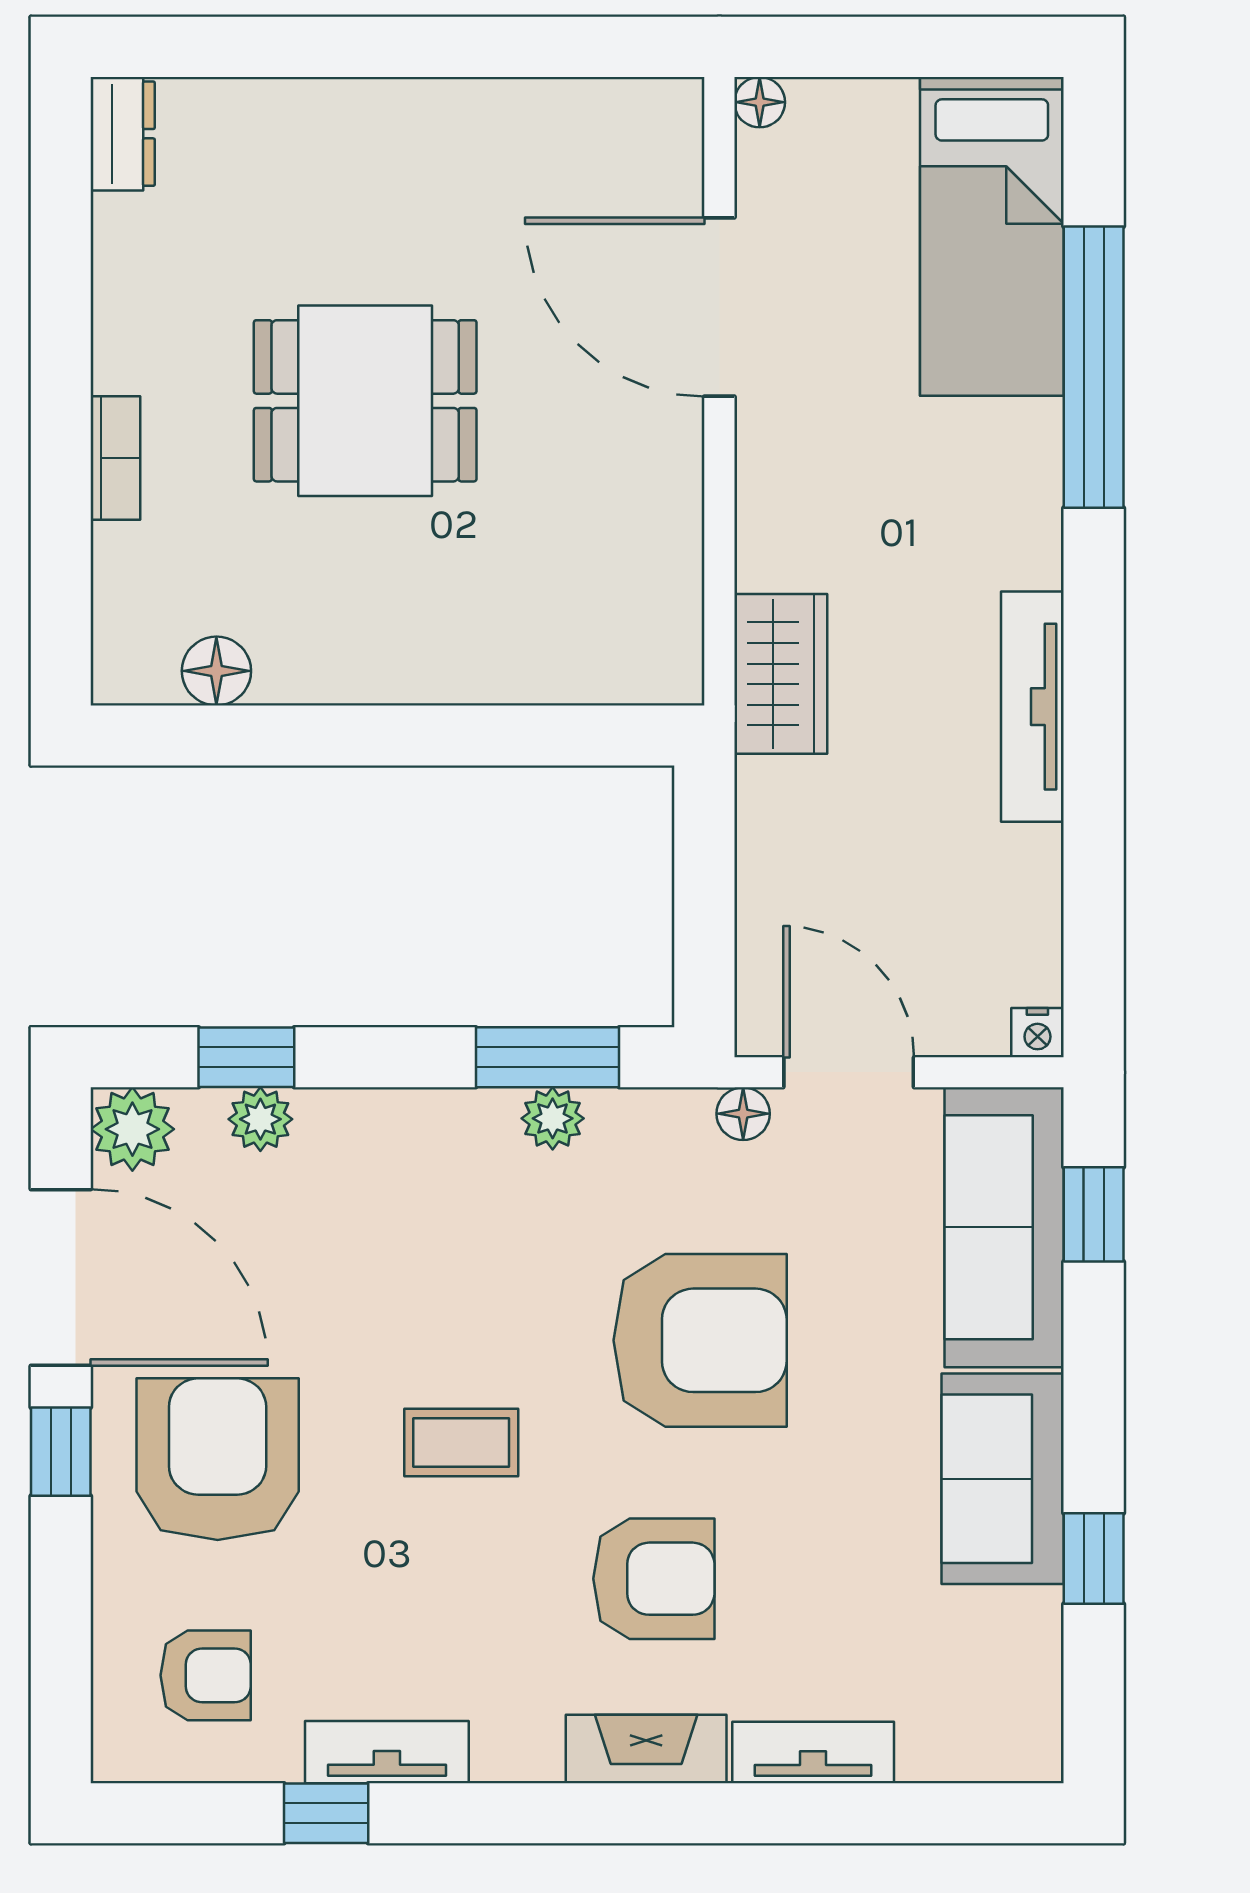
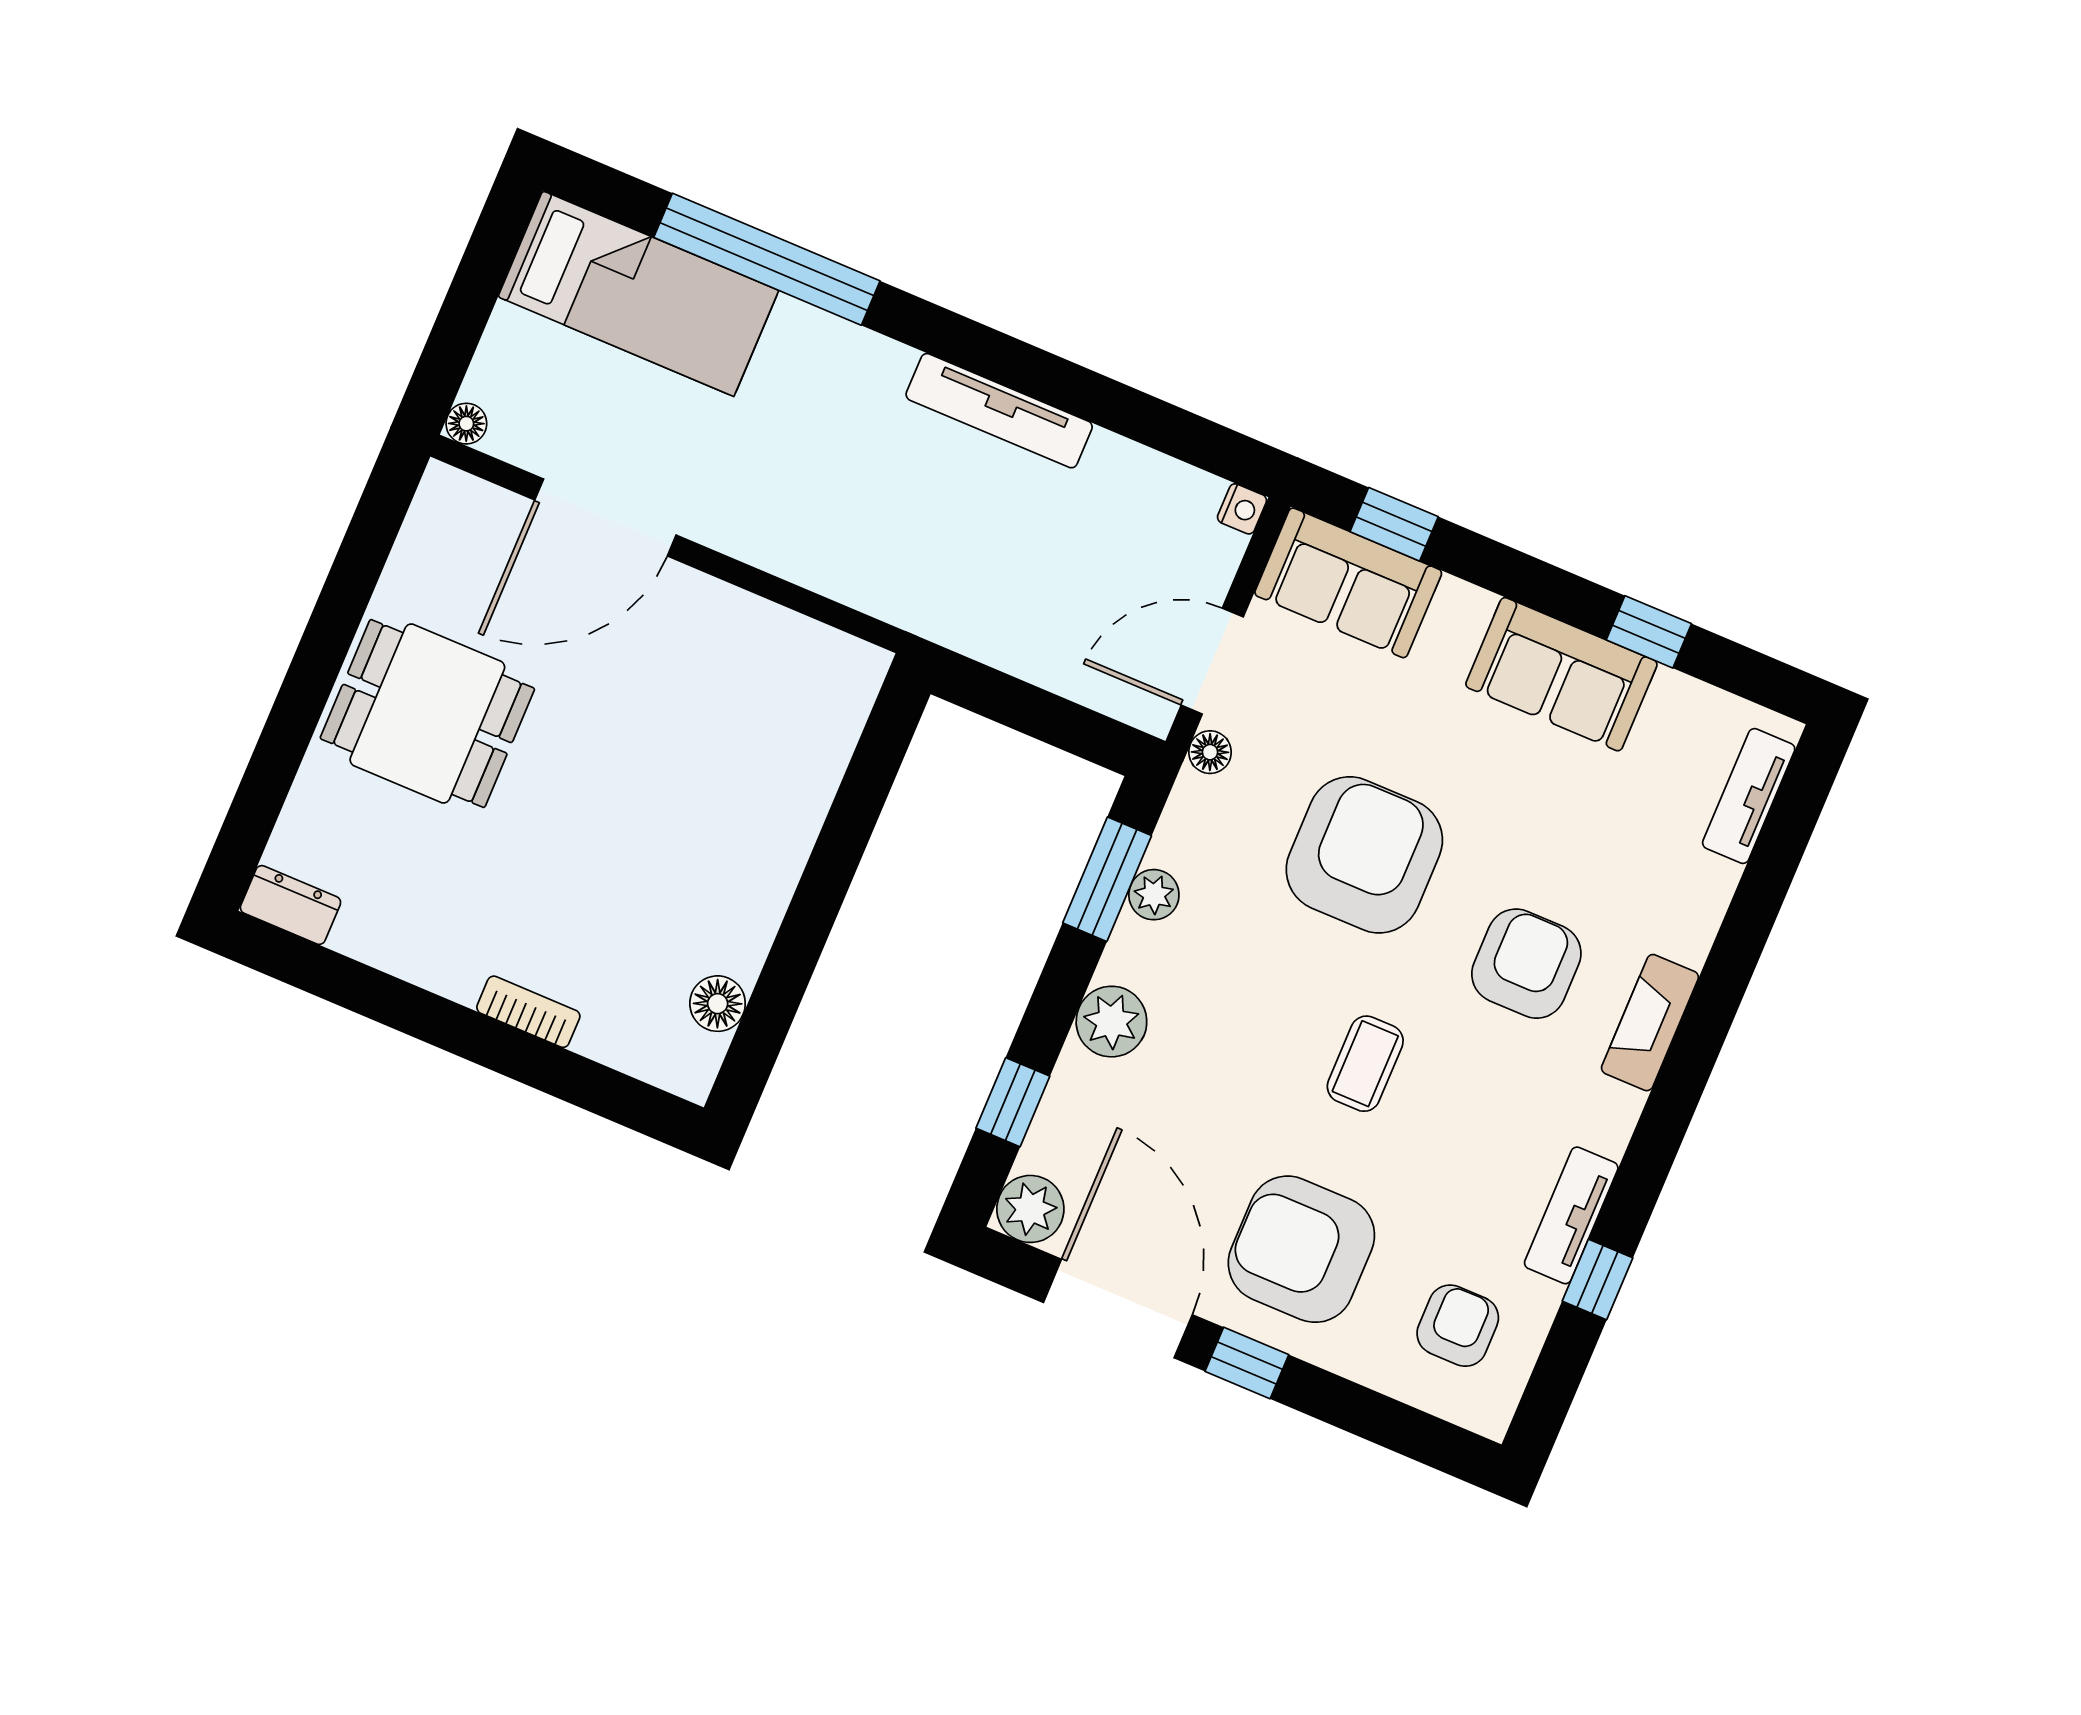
dining table: (365, 401) -> (427, 713), moved, turned 90
wardrobe: (781, 674) -> (896, 587), removed
plant: (260, 1119) -> (1111, 1022), moved, width x1.38, depth x1.38
sofa: (1004, 1227) -> (1348, 583), width x0.73
door: (61, 1278) -> (1118, 1309), hinge flipped
tv unit: (813, 1752) -> (1749, 796), moved

